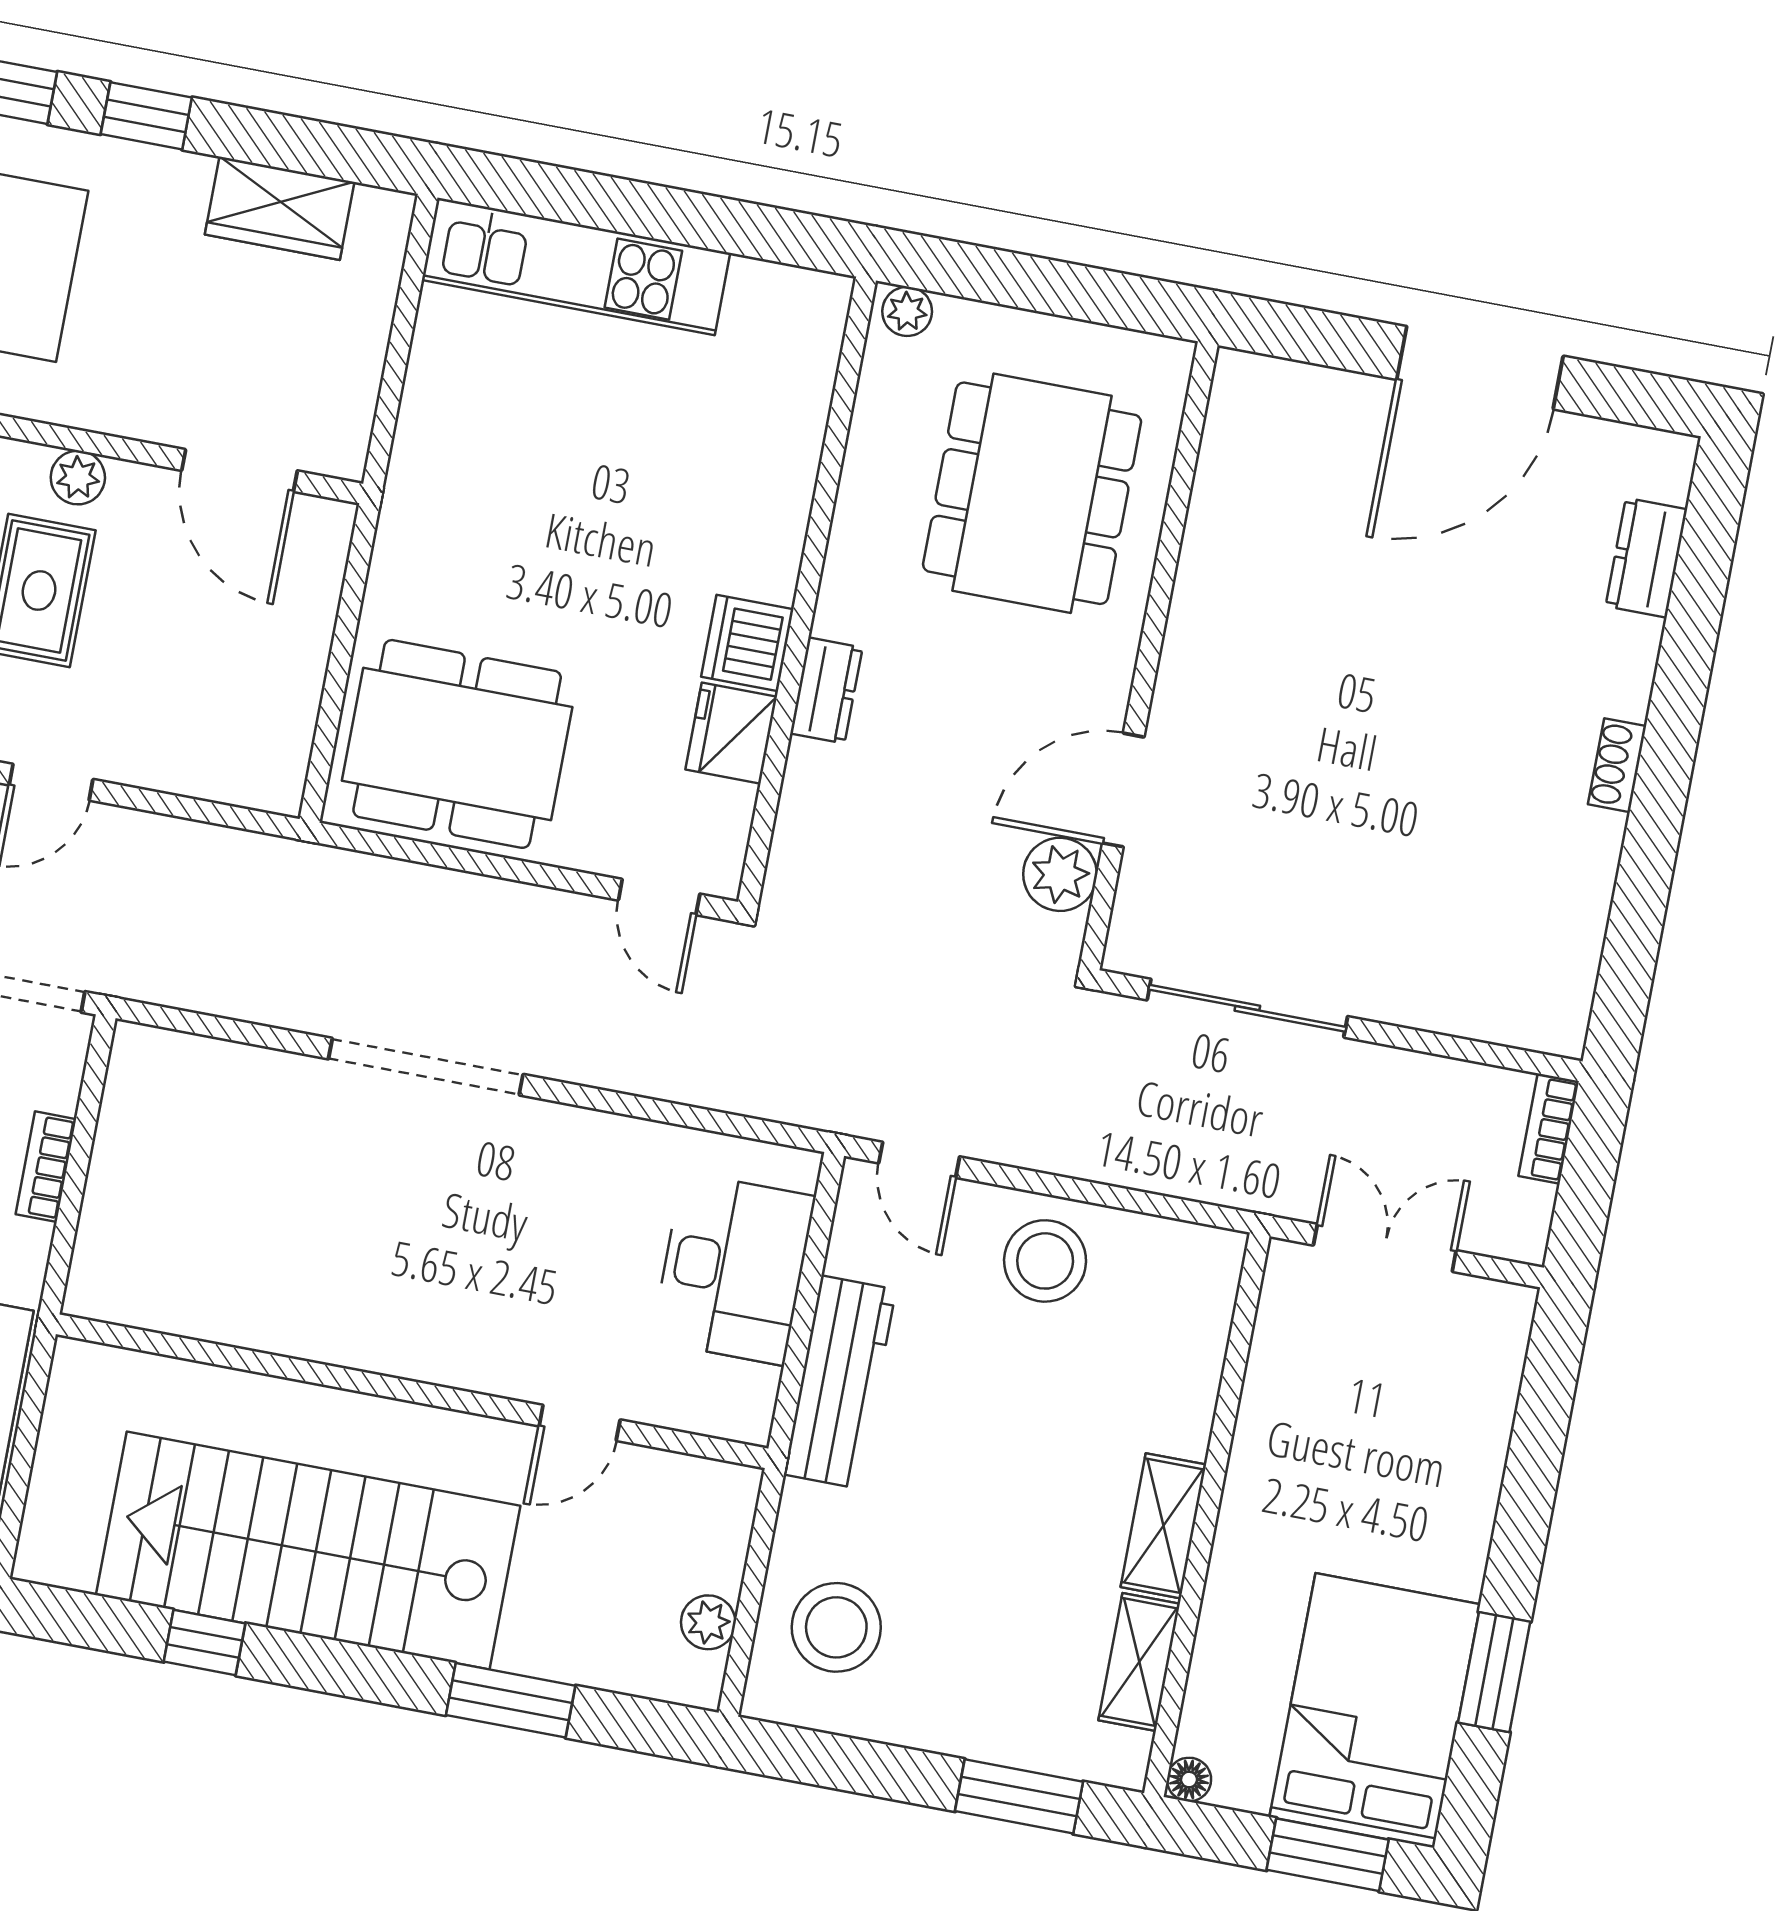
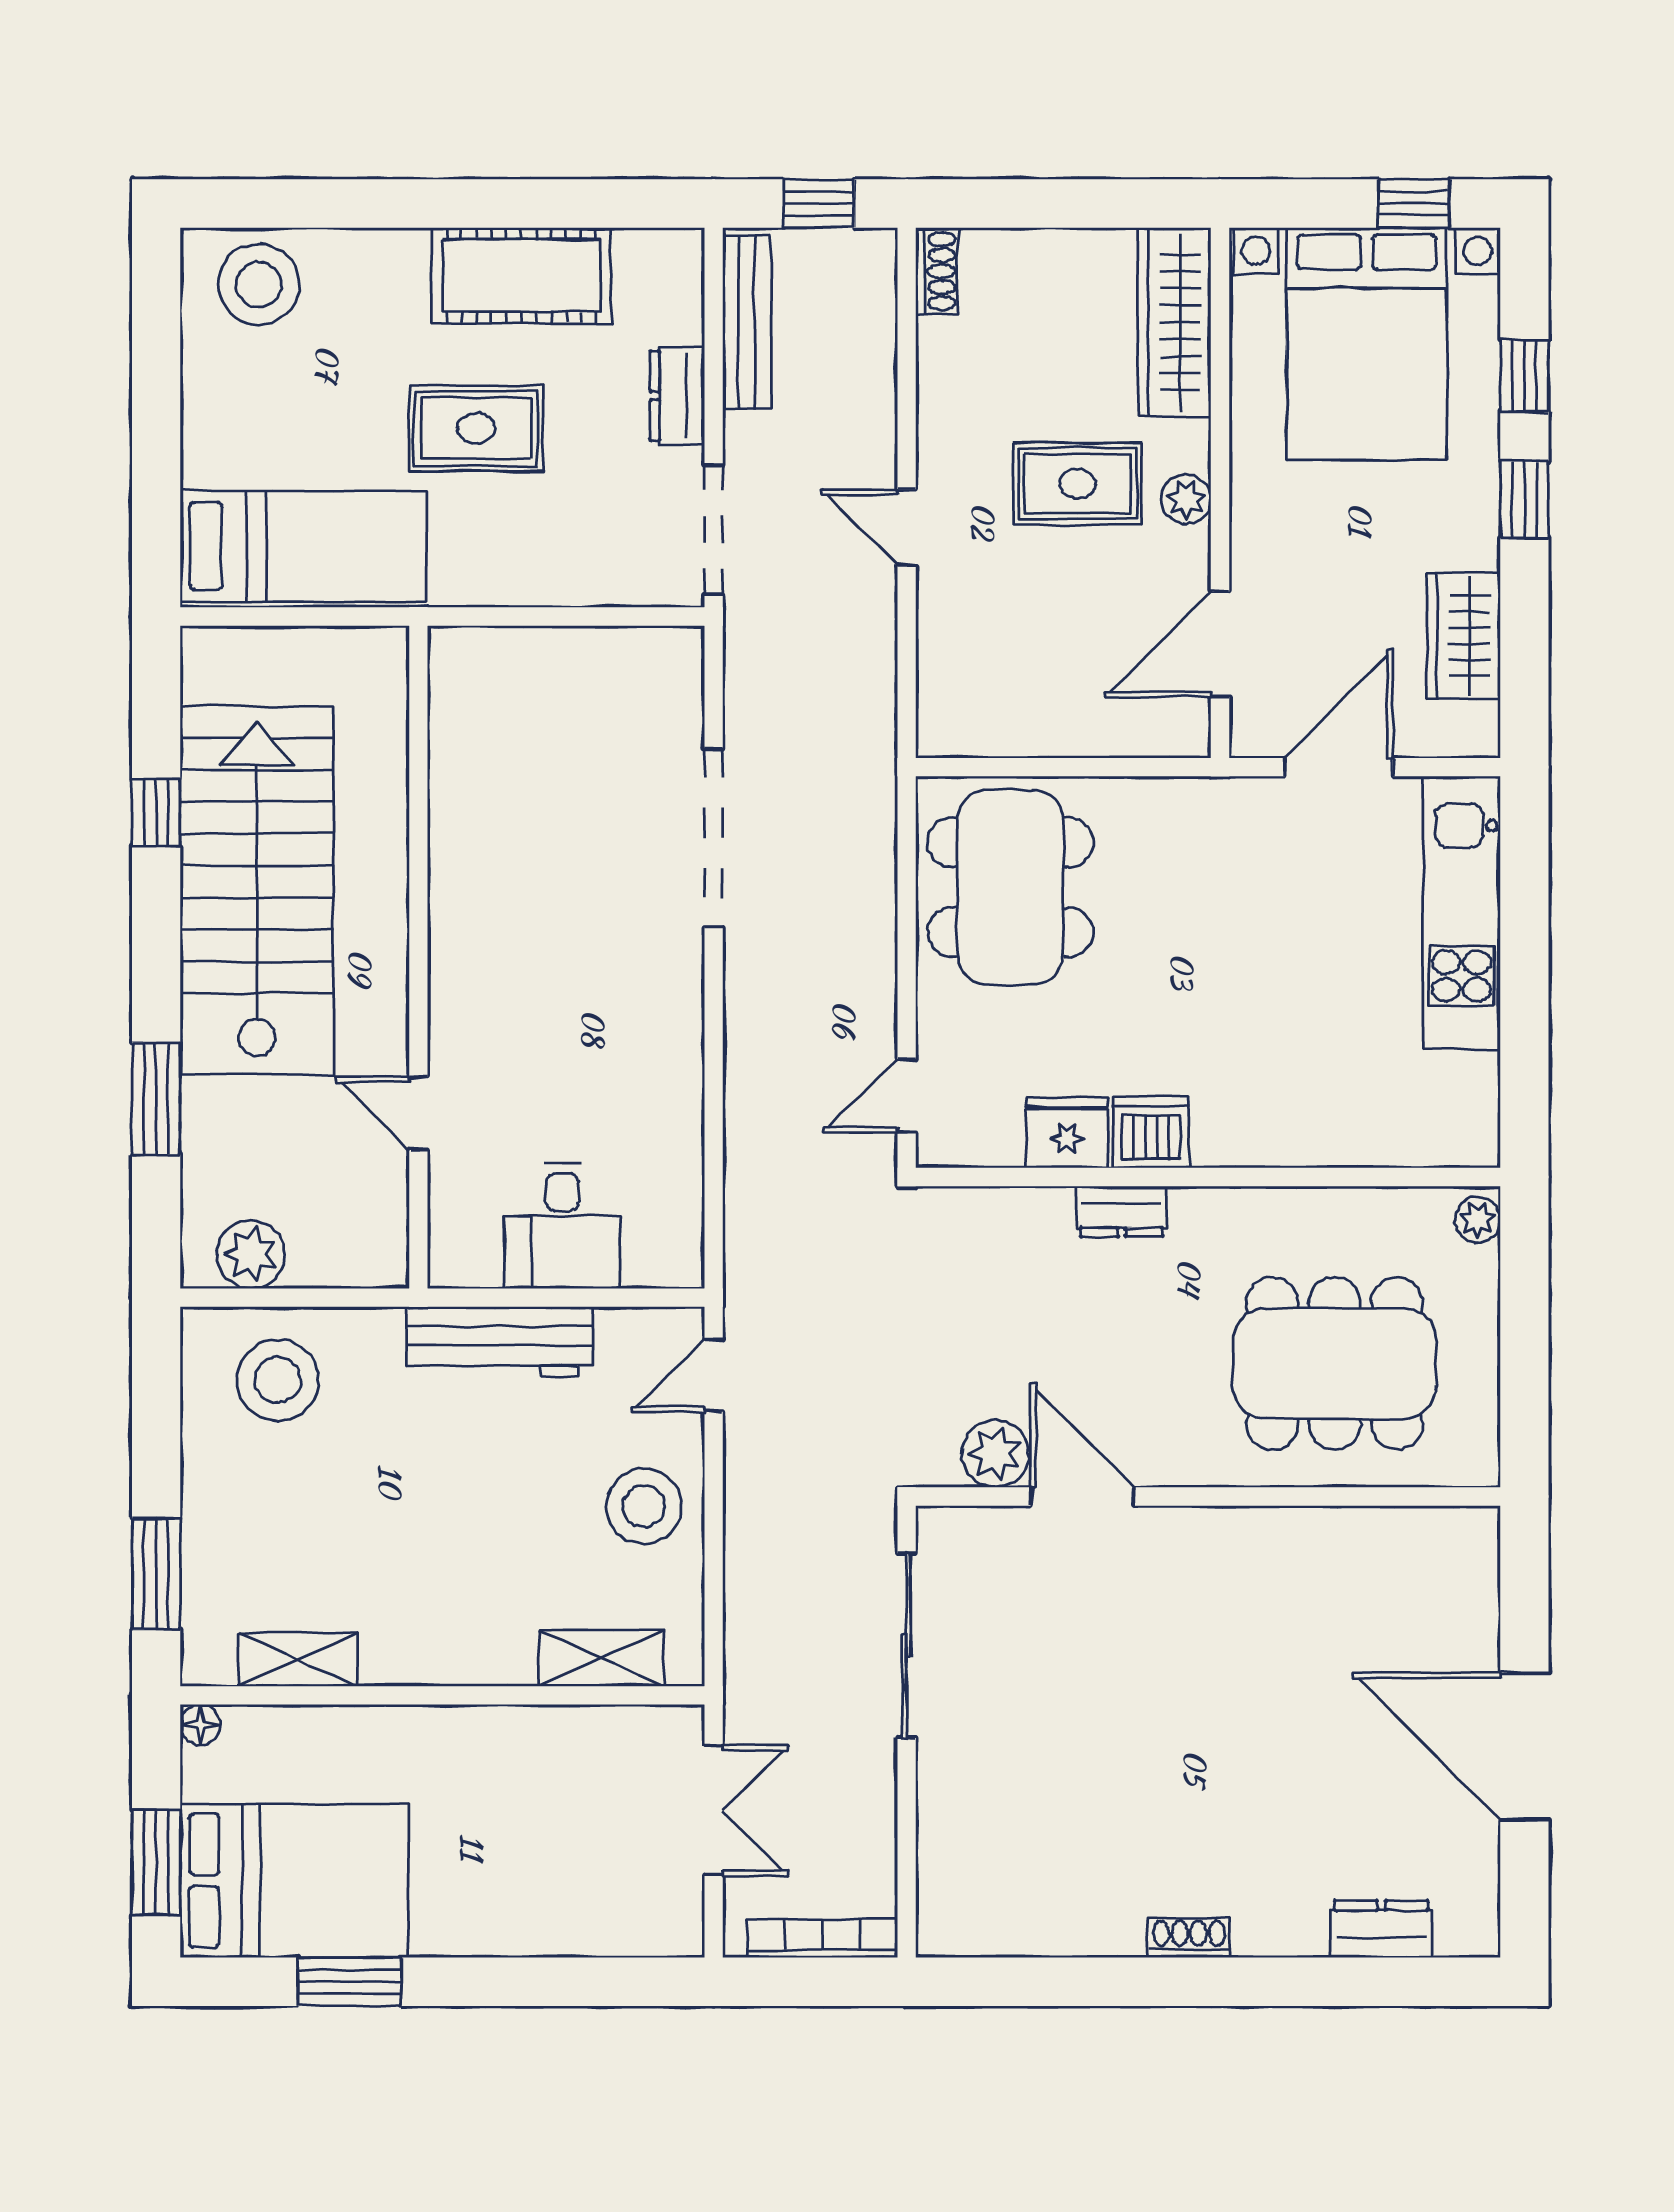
door: (395, 369) -> (1339, 767), added
doorway: (426, 1067) -> (714, 838), moved
bookcase: (1549, 1129) -> (822, 1938), width x1.56
bookcase: (46, 1167) -> (559, 588), removed
desk: (733, 1269) -> (562, 1226), width x0.73
shelving: (1163, 1526) -> (601, 1658), moved
plant: (708, 1622) -> (251, 1254), width x1.38, depth x1.38

